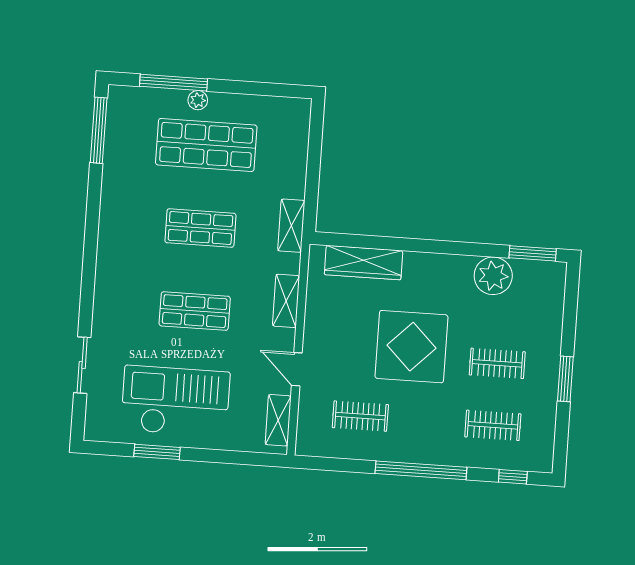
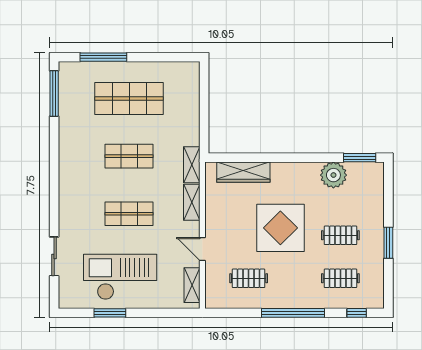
plant: (198, 100) -> (121, 68), removed
shelving: (291, 226) -> (192, 165), moved

